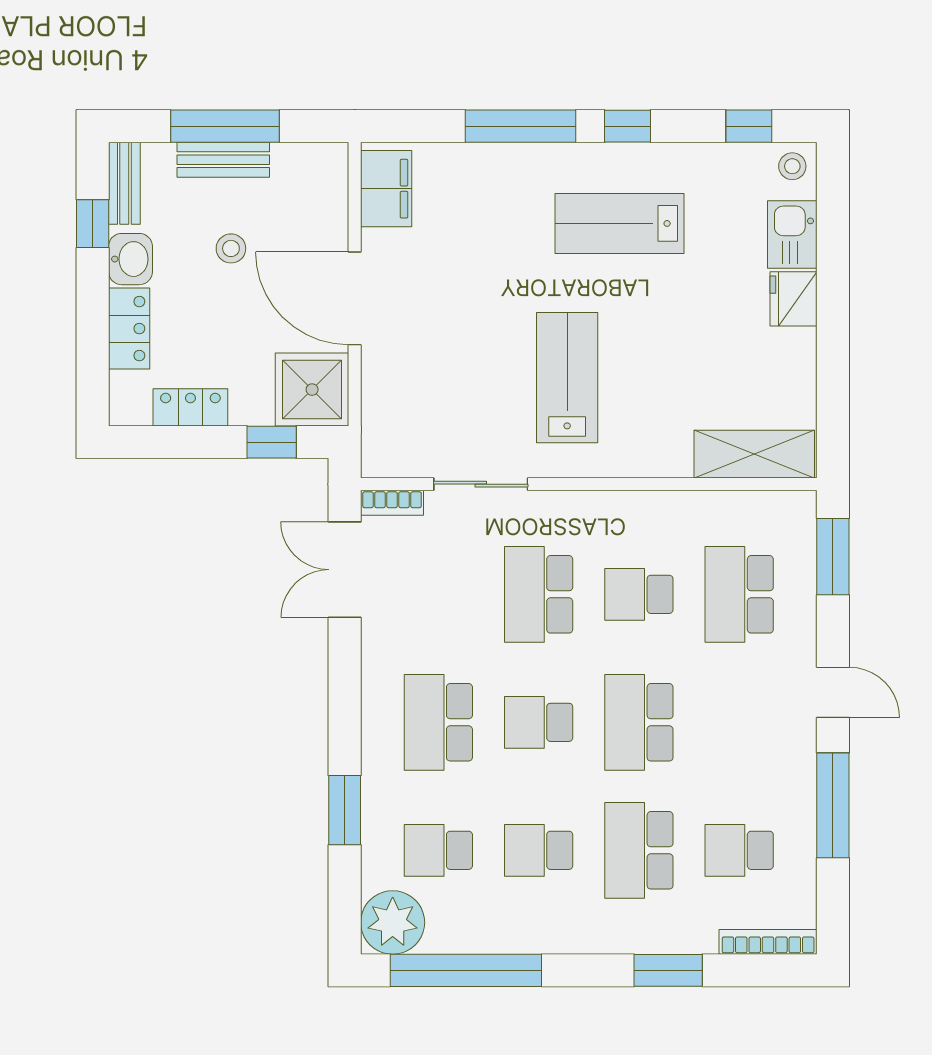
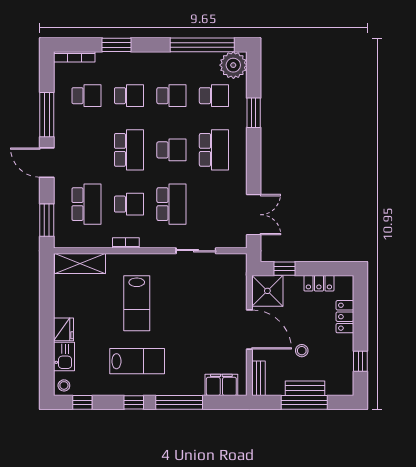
bench: (124, 183) -> (259, 378), moved
filing cabinet: (386, 189) -> (221, 385), moved, turned 90
washbasin: (130, 259) -> (344, 346), removed
lab bench: (567, 378) -> (137, 303), moved
bookcase: (392, 503) -> (126, 243), moved
door: (833, 692) -> (47, 163), width x1.38
school desk: (639, 850) -> (129, 96), width x0.54

